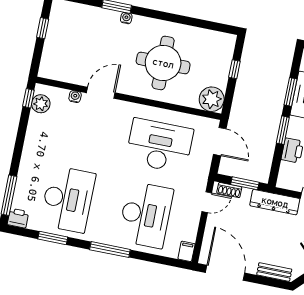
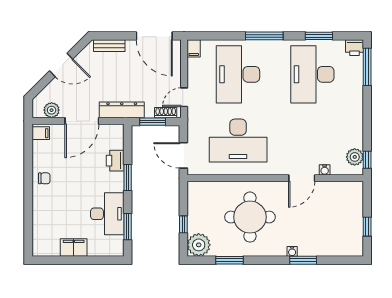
window: (194, 22) -> (230, 260), added
window: (290, 92) -> (128, 227), moved
plant: (212, 99) -> (199, 245), moved

